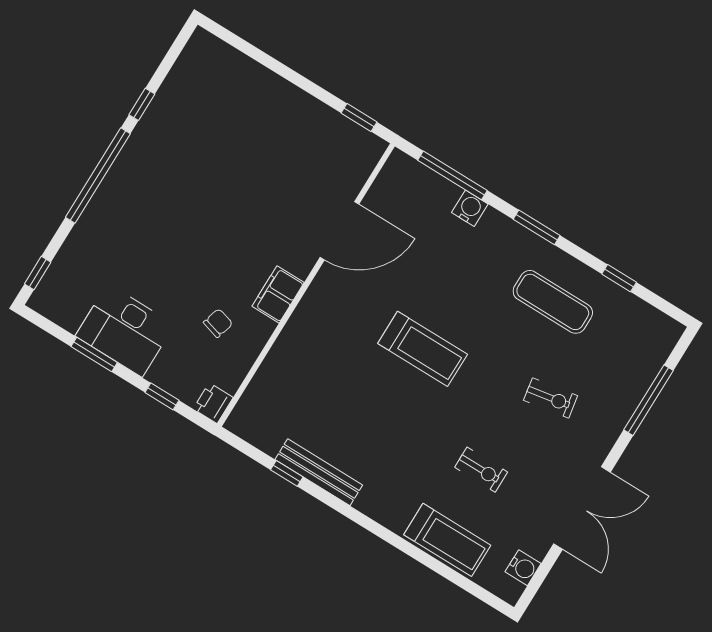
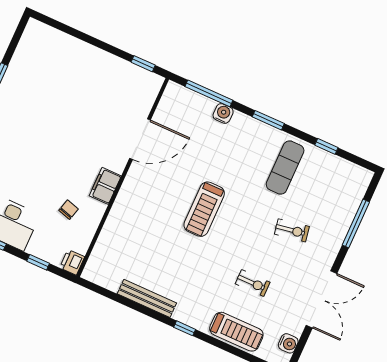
exercise mat: (553, 302) -> (285, 168), turned 90
treadmill: (423, 349) -> (204, 209), turned 90
window: (287, 473) -> (185, 328), moved

